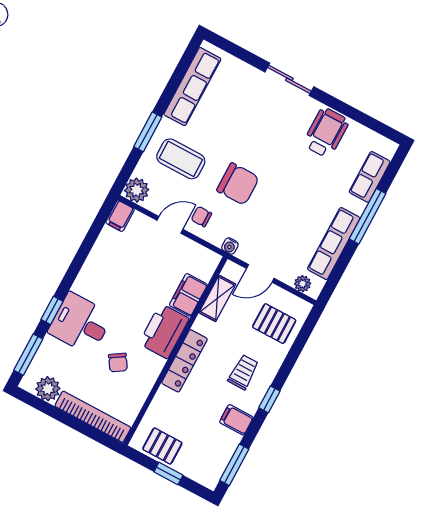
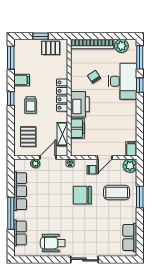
row of seats: (192, 87) -> (130, 238), width x0.68
wheelchair: (326, 133) -> (53, 243), turned 90
plant: (303, 284) -> (35, 163), moved
desk: (80, 324) -> (122, 81), width x1.37
pallet: (274, 324) -> (28, 137), turned 90

